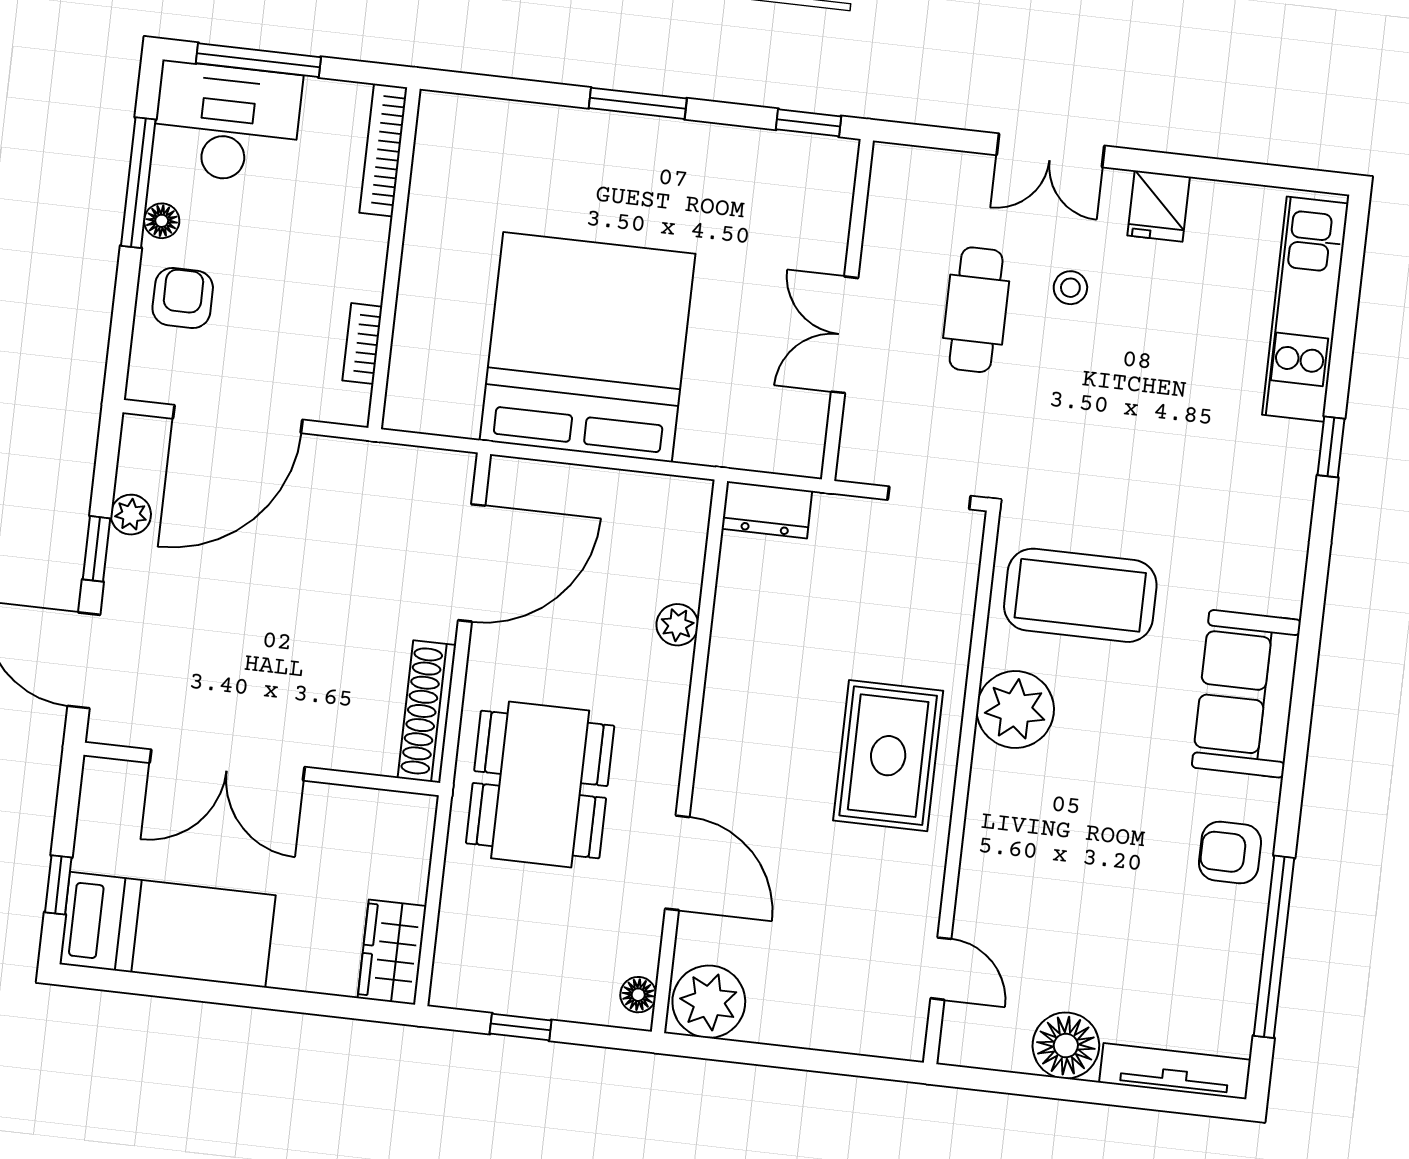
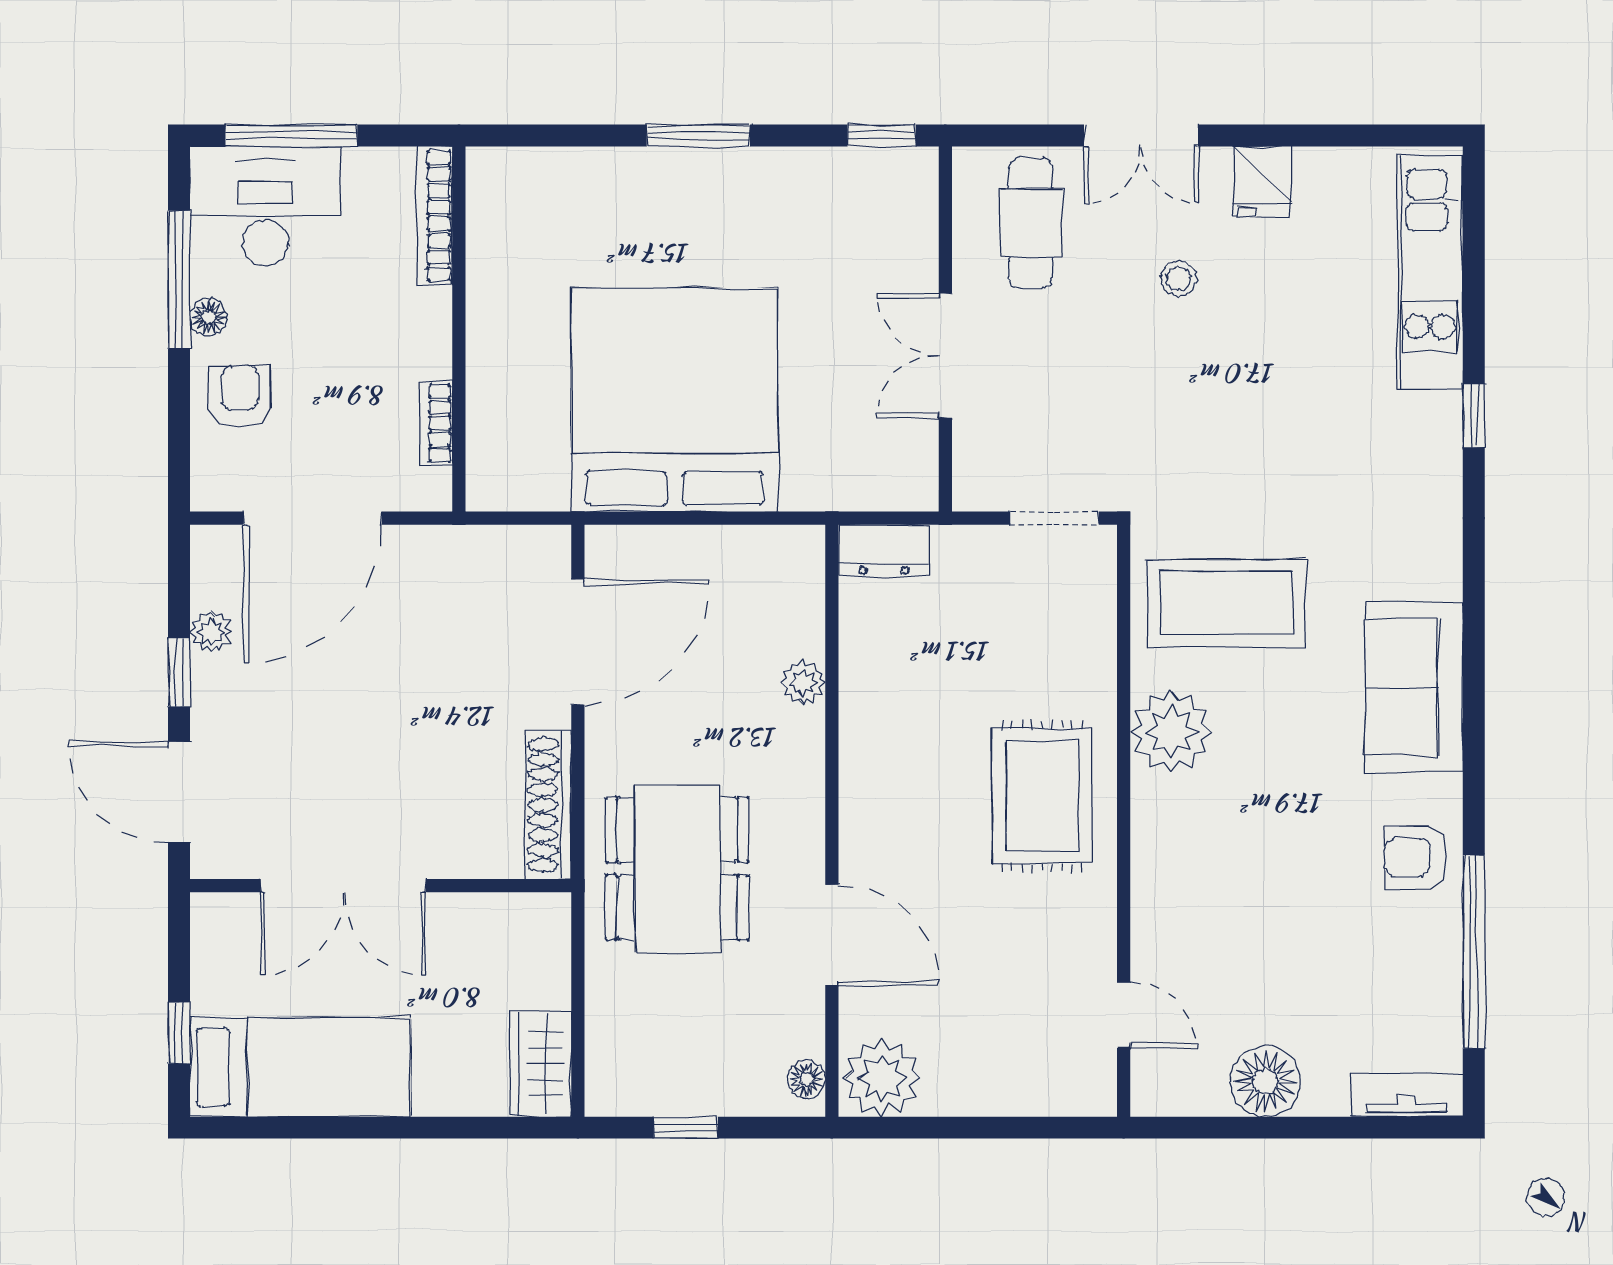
cafe table: (976, 310) -> (1031, 223), moved
tv unit: (1175, 1071) -> (1407, 1095), width x0.71

